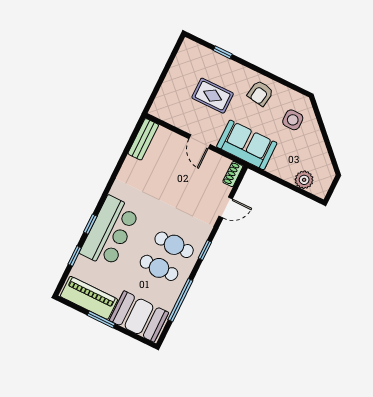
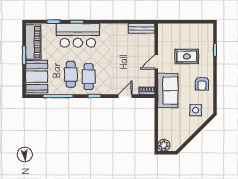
armchair: (260, 93) -> (202, 84), turned -99
rug: (213, 96) -> (187, 56), turned 90
plant: (304, 180) -> (164, 145), moved
door: (226, 208) -> (125, 96), swing flipped

